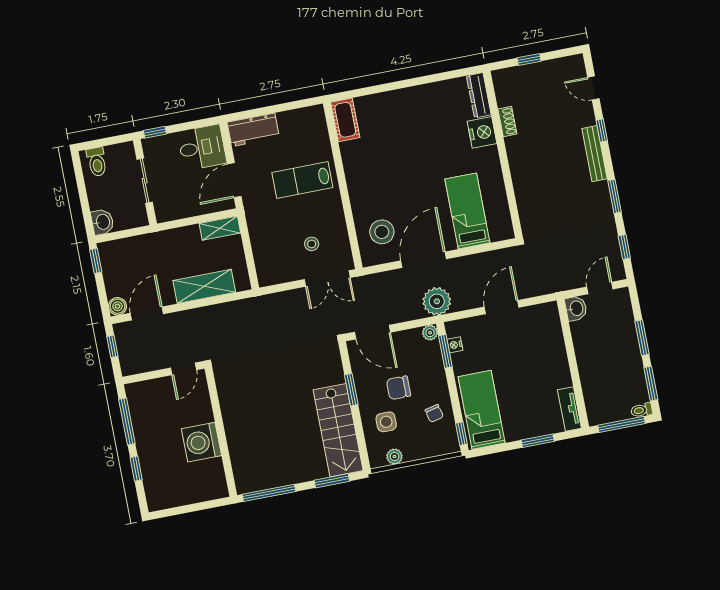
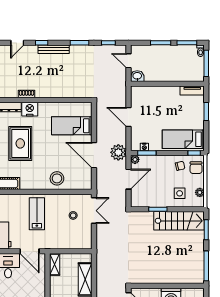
rug: (419, 127) -> (20, 143), added
lab bench: (302, 180) -> (37, 214), turned 180
stool: (382, 232) -> (57, 178), moved
door: (373, 332) -> (128, 179), moved
chair: (398, 388) -> (196, 168), moved

